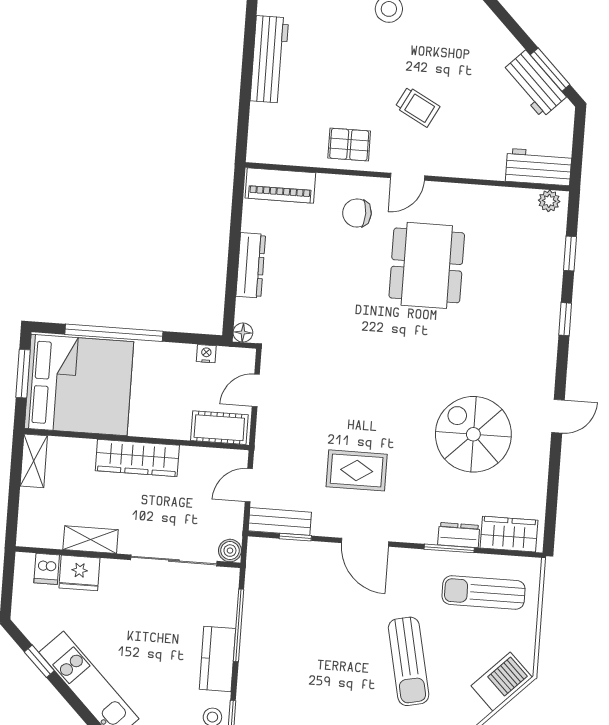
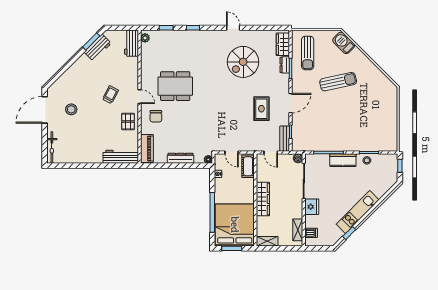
workbench: (269, 59) -> (121, 157), moved
shelving: (91, 540) -> (298, 230), moved
fridge: (79, 573) -> (312, 207), moved

